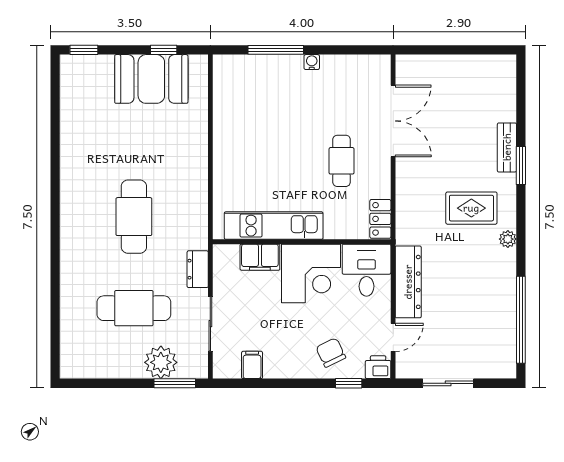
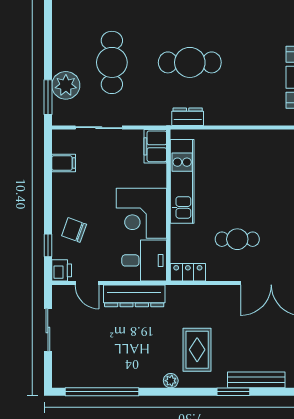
bench: (507, 147) -> (256, 380), width x1.36
filing cabinet: (260, 257) -> (155, 146), moved
dresser: (198, 269) -> (188, 117), moved
chair: (331, 353) -> (74, 230), turned -134

